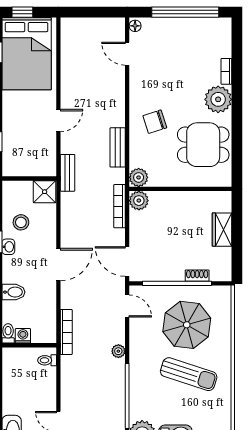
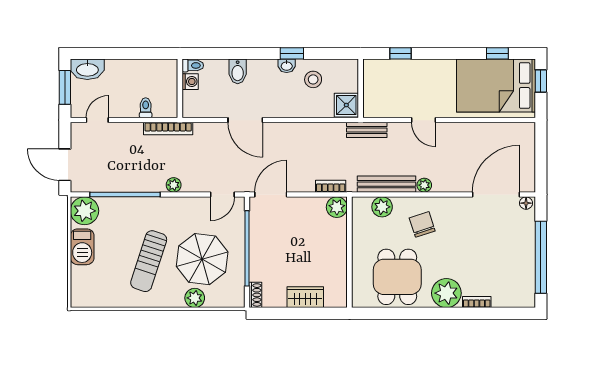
door: (127, 54) -> (496, 195), width x1.88
plant: (119, 120) -> (424, 185), added
bench: (118, 147) -> (387, 184), width x1.36
plant: (139, 177) -> (382, 207), moved
bookcase: (120, 206) -> (331, 186), width x0.64
door: (58, 265) -> (245, 120), moved
shoe rack: (197, 276) -> (255, 295), moved
bookcase: (66, 332) -> (168, 129), moved
plant: (223, 332) -> (195, 298), added
toilet: (47, 360) -> (146, 108), moved

